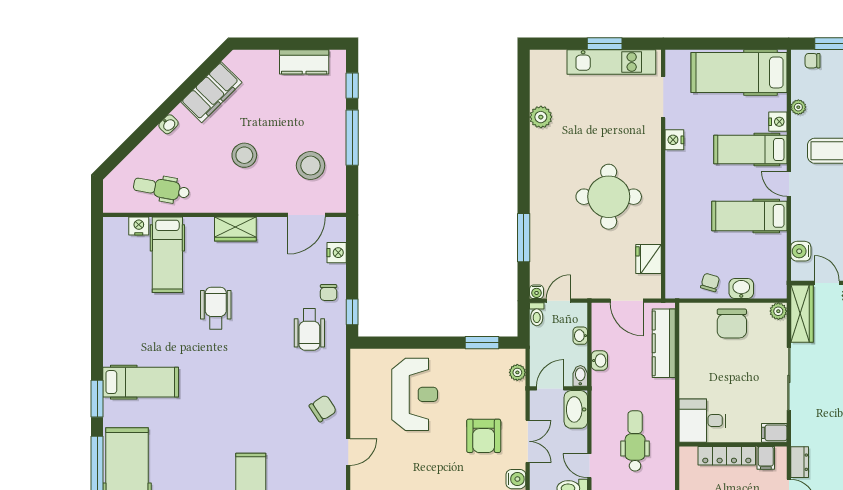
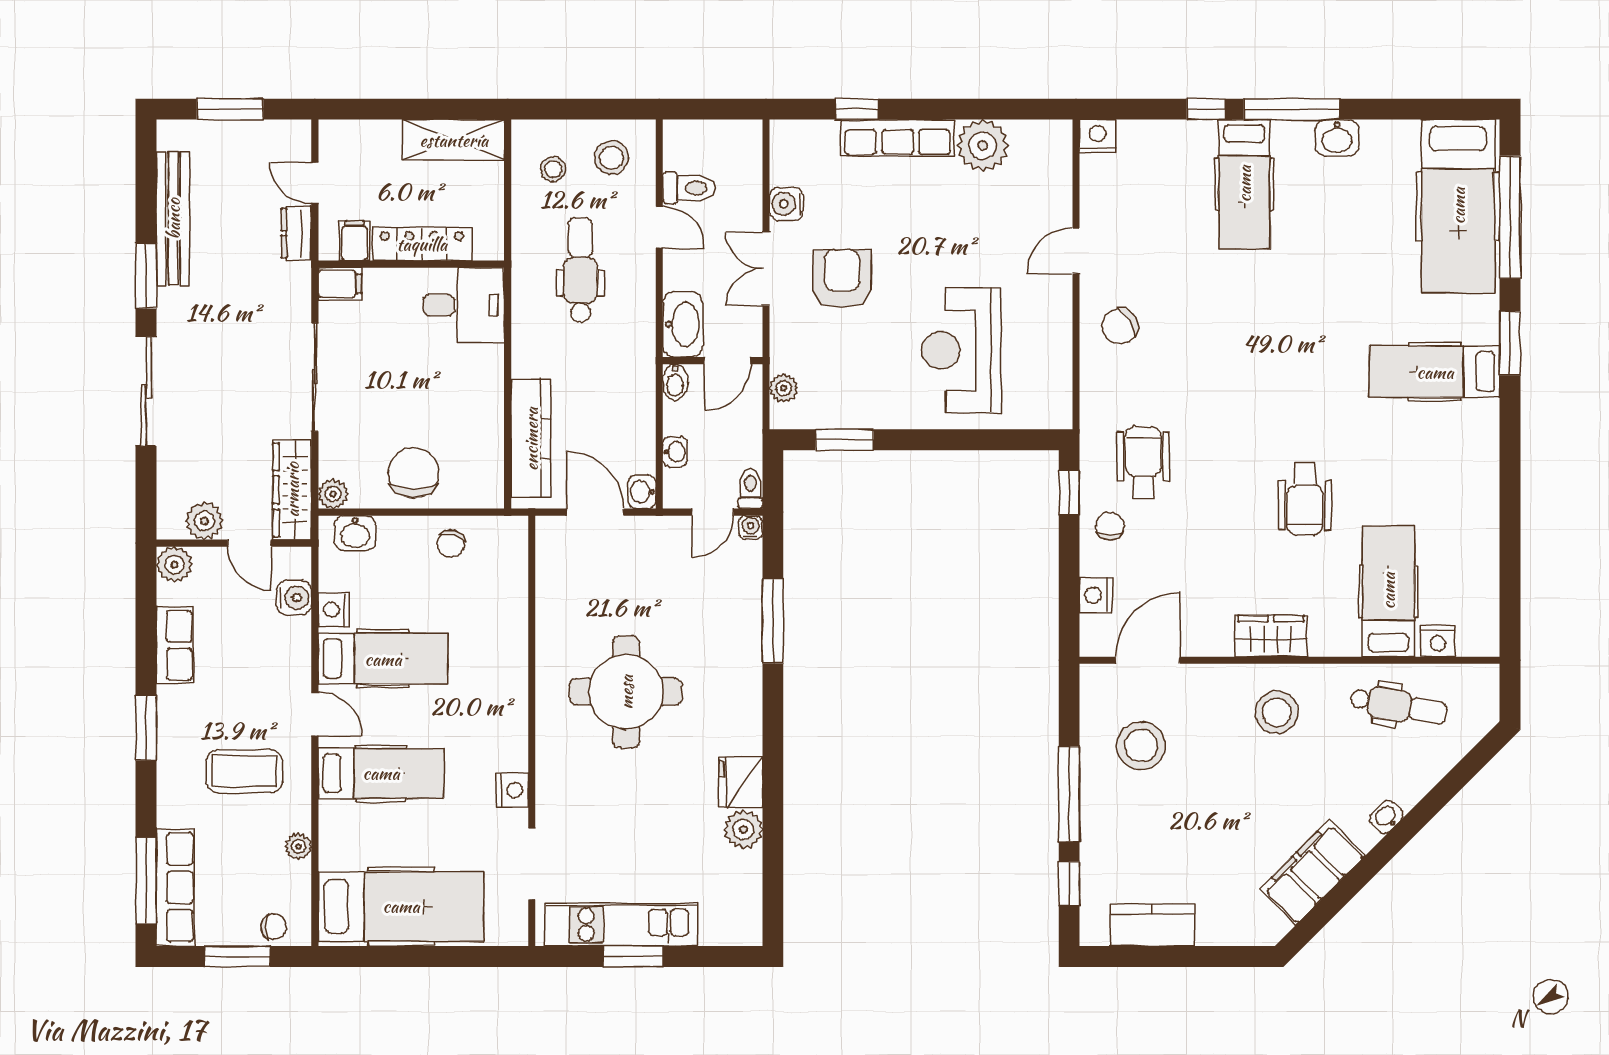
nightstand: (778, 122) -> (334, 610), moved
stool: (244, 155) -> (1277, 712), moved
fridge: (649, 259) -> (741, 782), moved, turned 180
washbasin: (741, 288) -> (355, 533), moved
washbasin: (599, 361) -> (642, 492), moved
dental chair: (635, 441) -> (580, 270), turned 180

